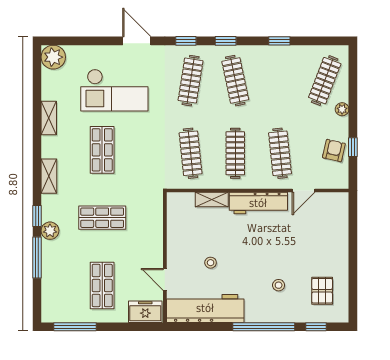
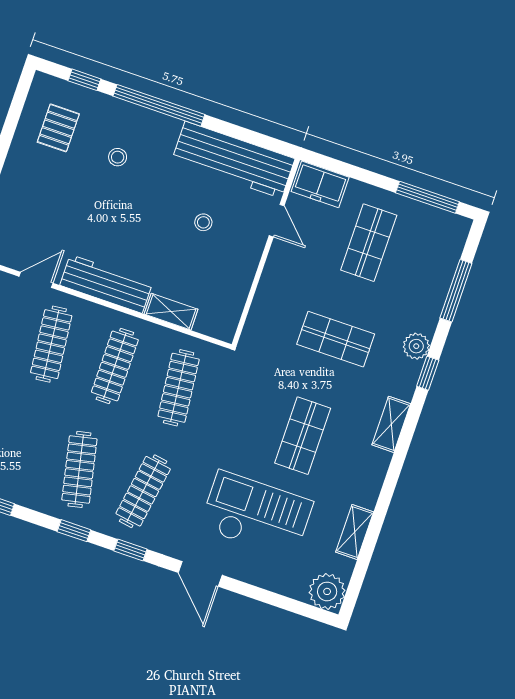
shelving: (49, 118) -> (355, 532), moved
window: (37, 257) -> (456, 291), moved

